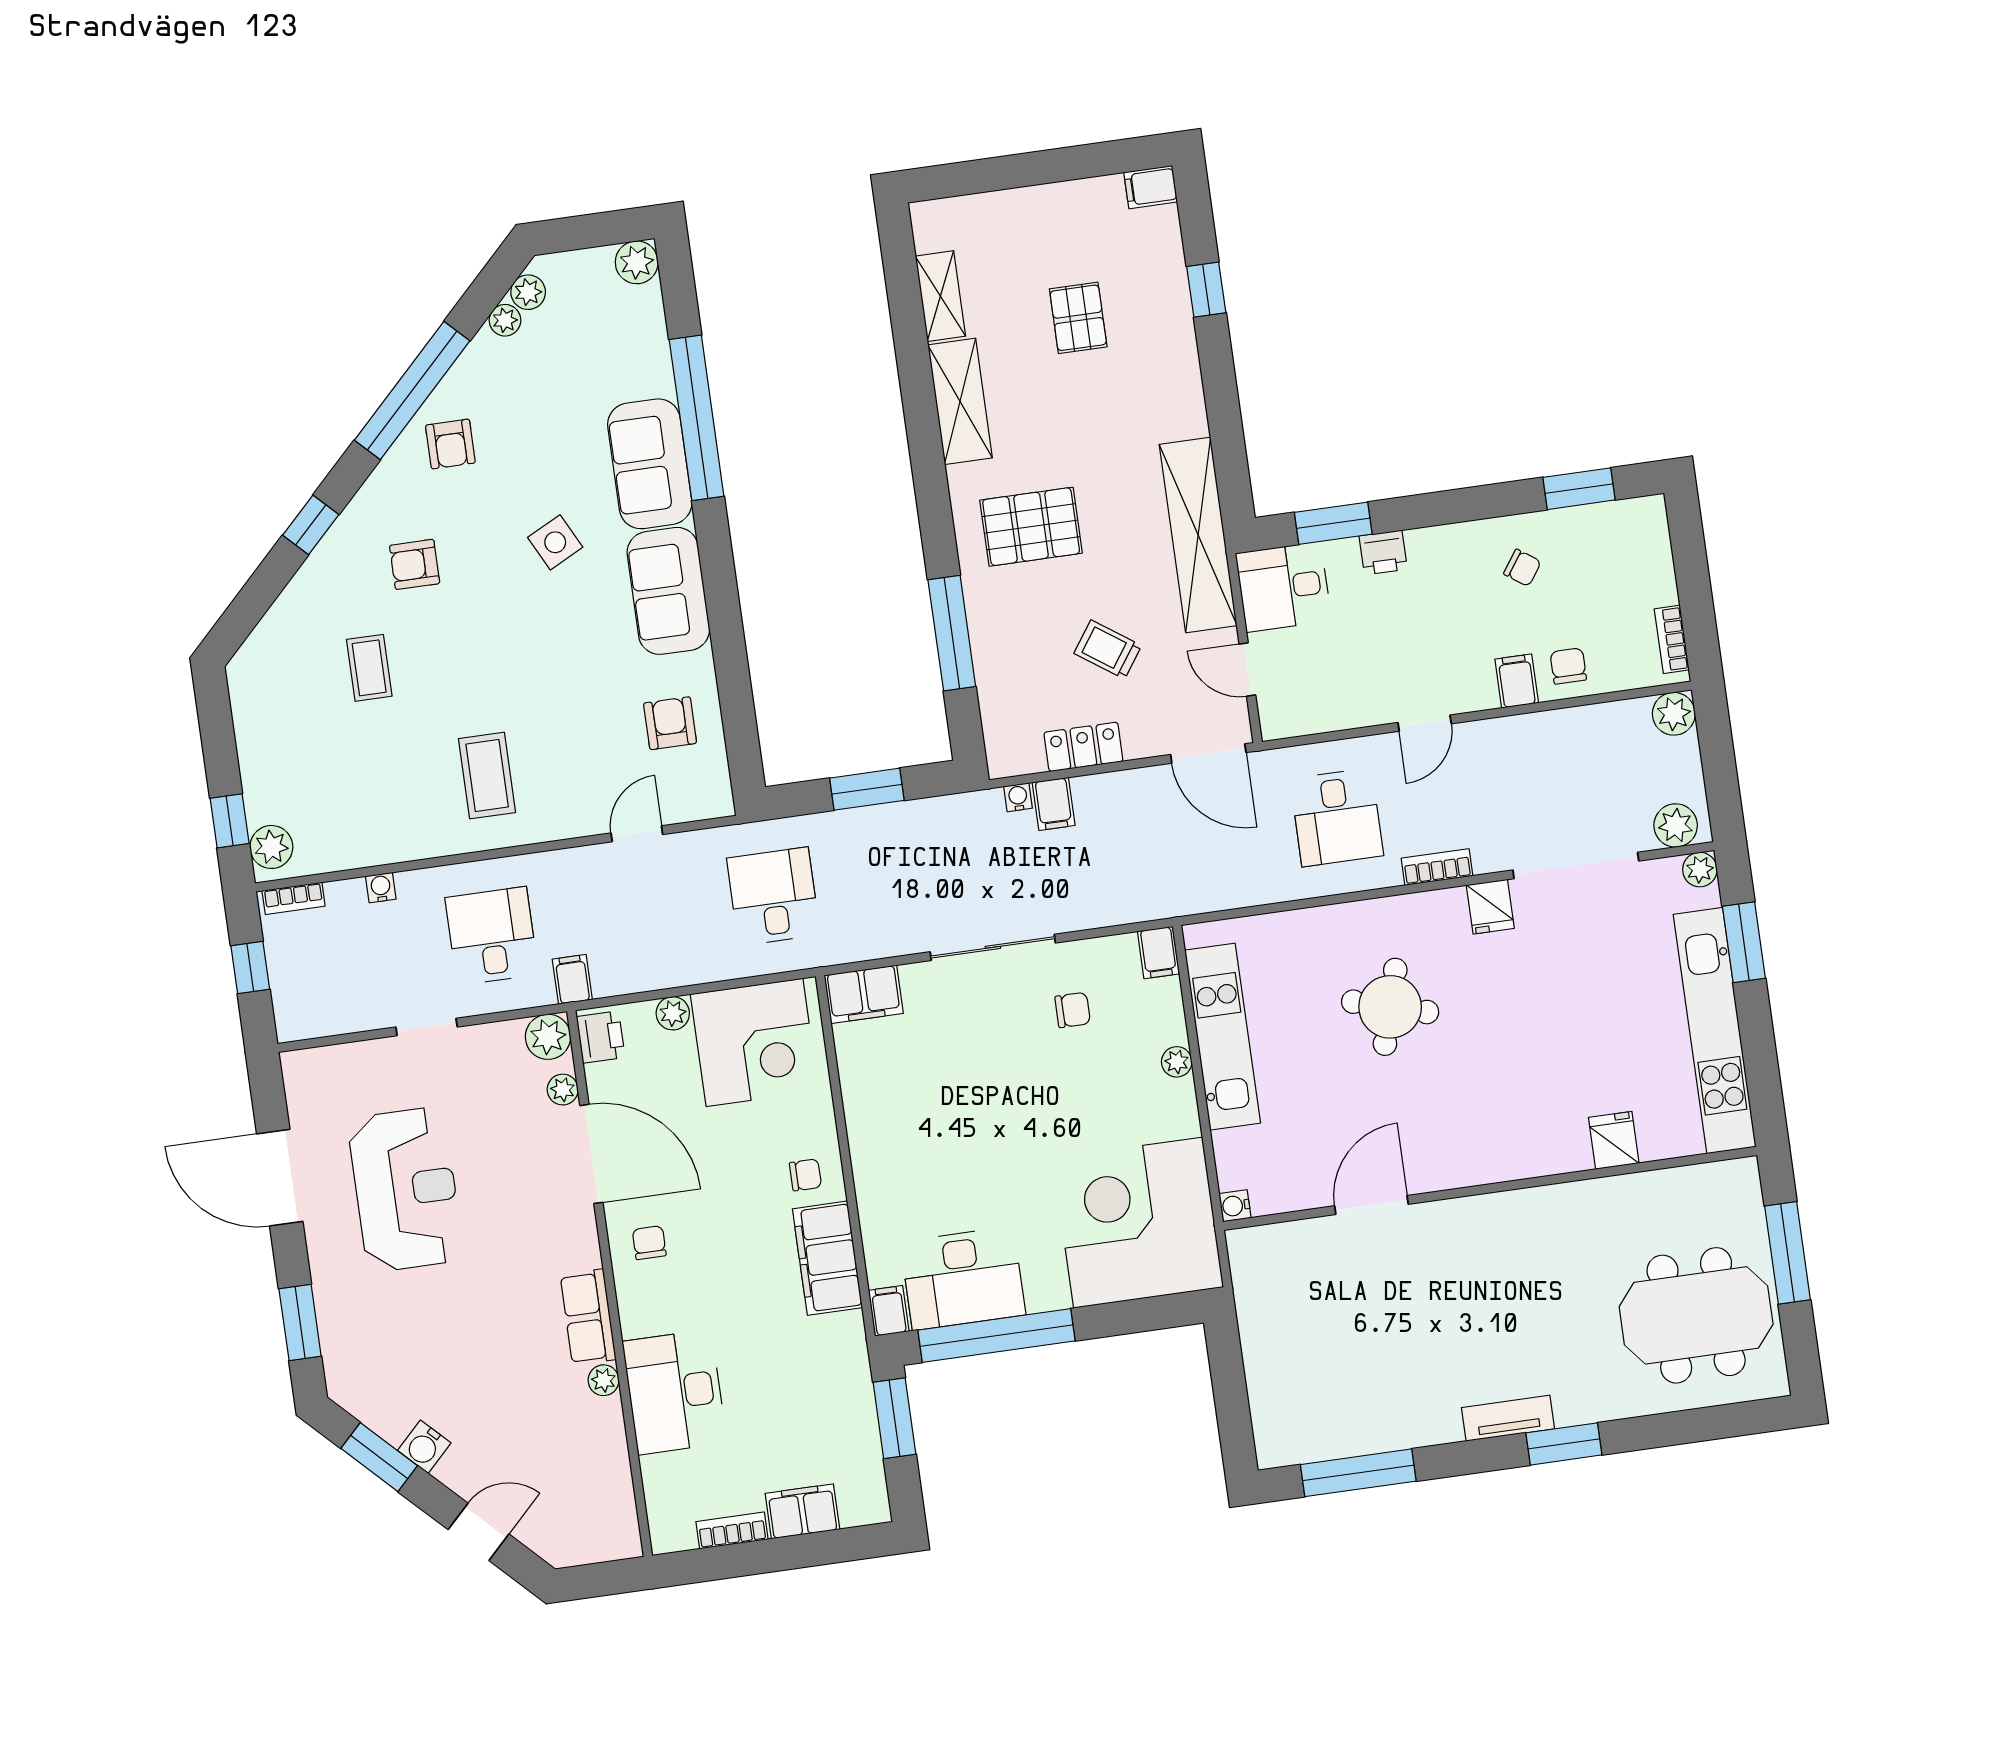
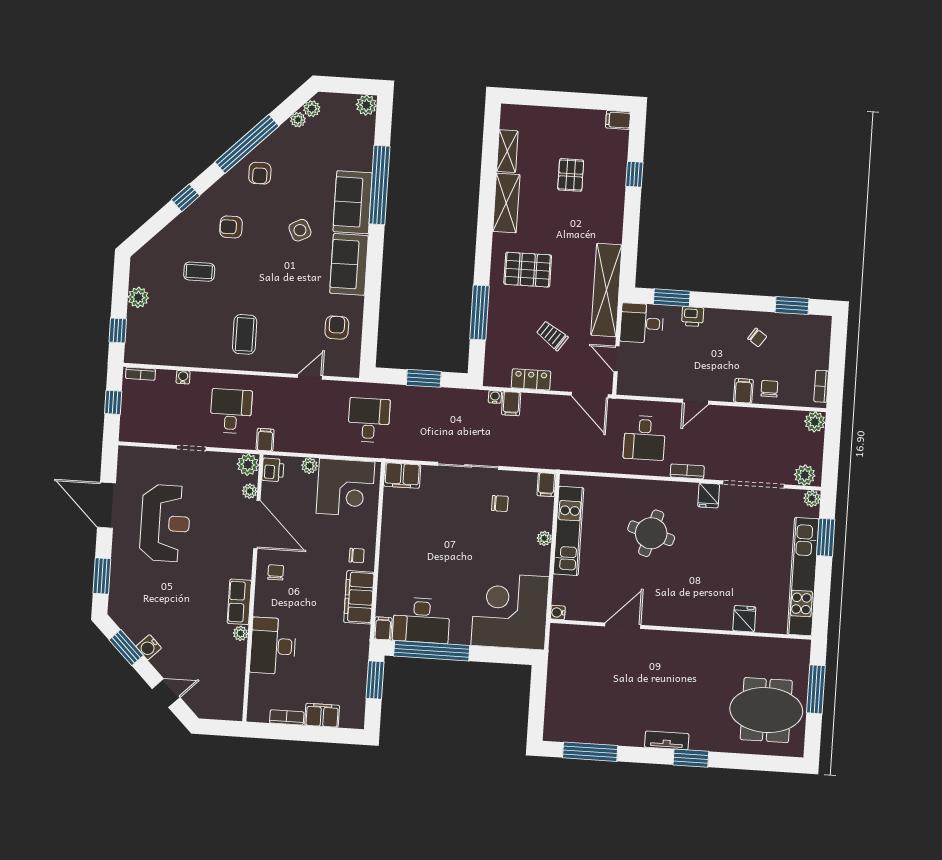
coffee table: (369, 668) -> (199, 272), turned 90
plant: (271, 847) -> (138, 297), moved

